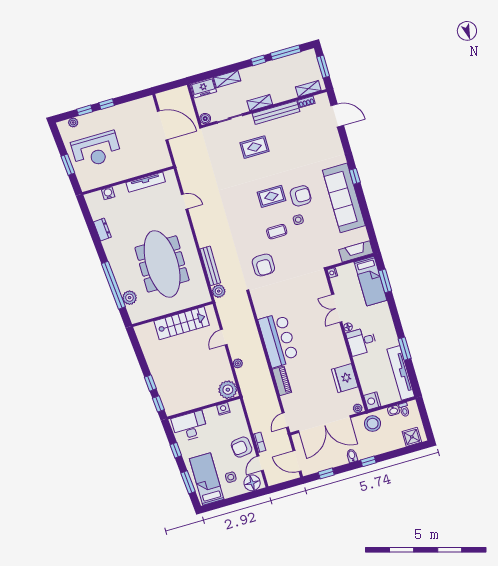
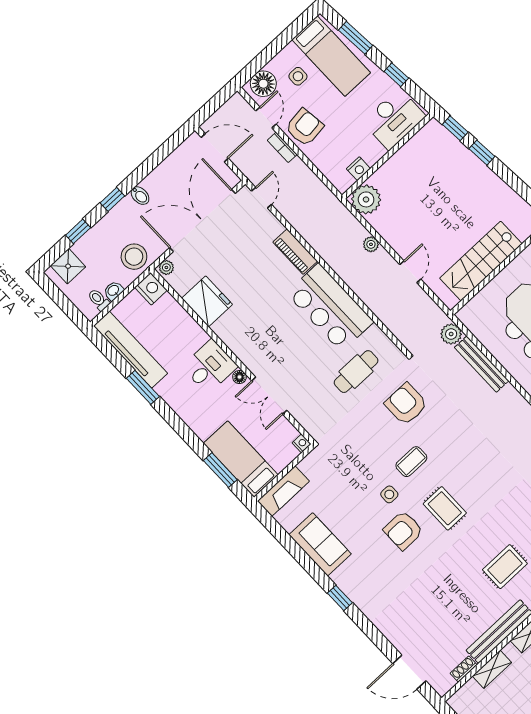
shelving: (308, 89) -> (492, 669), moved
rug: (271, 196) -> (445, 508), turned 90
sofa: (344, 198) -> (320, 544), width x0.54, depth x0.79
cafe table: (282, 297) -> (356, 372), added
double door: (337, 308) -> (269, 396), swing flipped
window: (326, 473) -> (78, 231), moved

